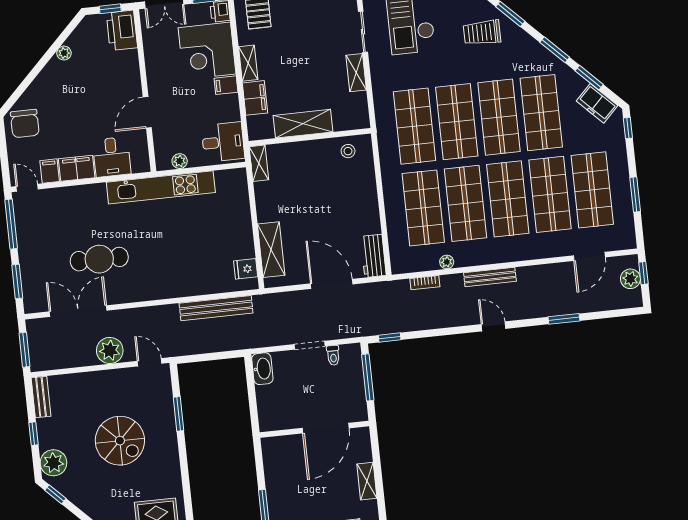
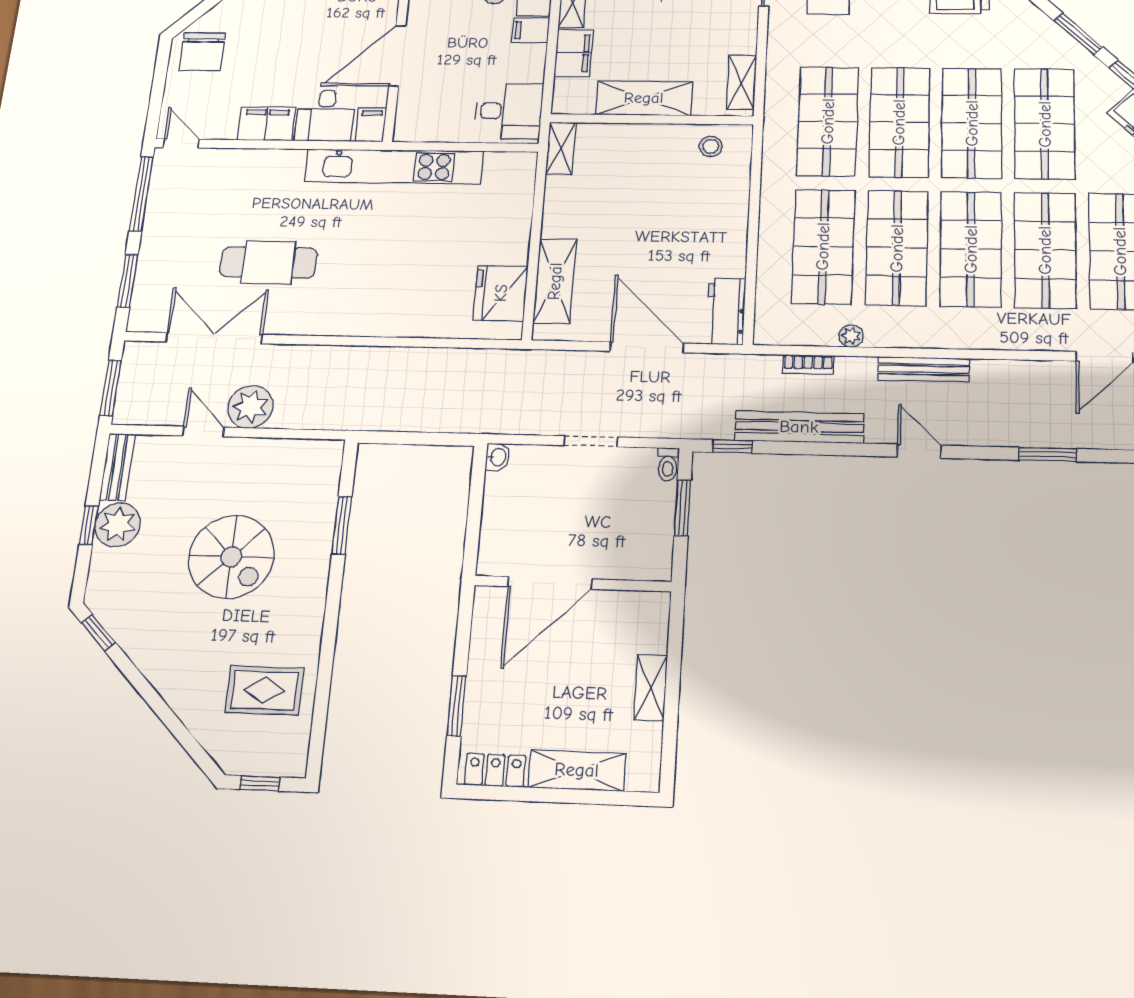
shelving: (356, 73) -> (742, 83), moved
door: (147, 112) -> (397, 56), width x1.36
plant: (180, 161) -> (433, 131), removed
filing cabinet: (50, 171) -> (371, 125), moved
fridge: (246, 269) -> (501, 293), width x1.88, depth x1.34
bench: (216, 308) -> (799, 427), moved
toilet: (333, 355) -> (668, 464), moved
door: (150, 362) -> (203, 432), moved
washbasin: (262, 369) -> (498, 457), width x0.52, depth x0.69
window: (368, 377) -> (683, 508), width x0.69
door: (326, 428) -> (550, 583), moved
plant: (54, 463) -> (118, 525), moved

